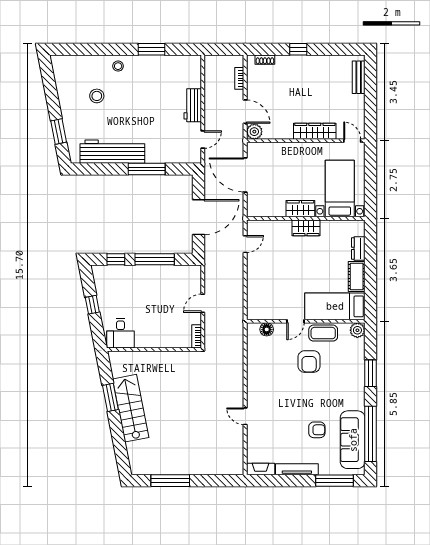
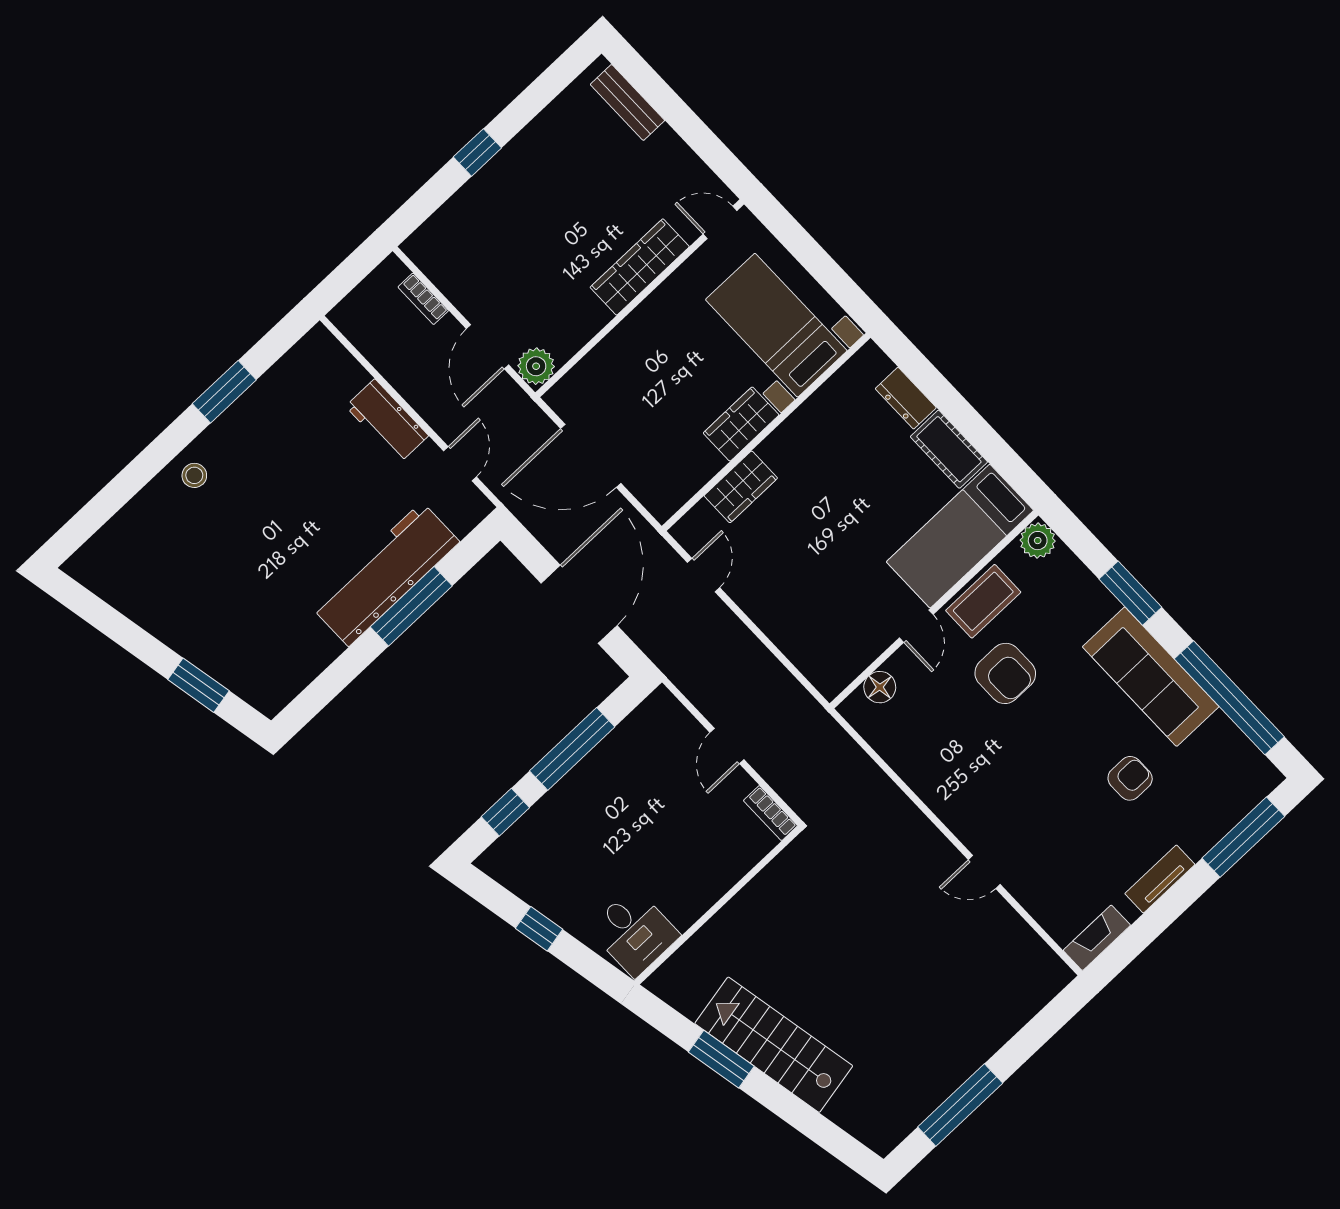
shoe rack: (265, 60) -> (437, 225), removed
stool: (97, 96) -> (206, 562), removed
door: (245, 112) -> (488, 347), swing flipped
workbench: (112, 152) -> (385, 574), moved
wardrobe: (306, 228) -> (741, 487), moved
sofa: (353, 440) -> (1151, 677), moved
tv unit: (297, 469) -> (1160, 879), width x0.71

